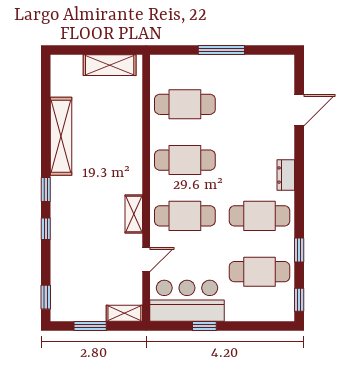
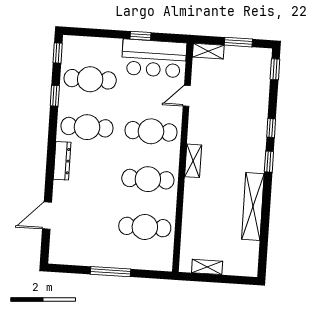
shelving: (110, 65) -> (207, 267), width x0.67, depth x0.75
dresser: (286, 175) -> (62, 161), width x1.44
shelving: (134, 214) -> (193, 161), moved

